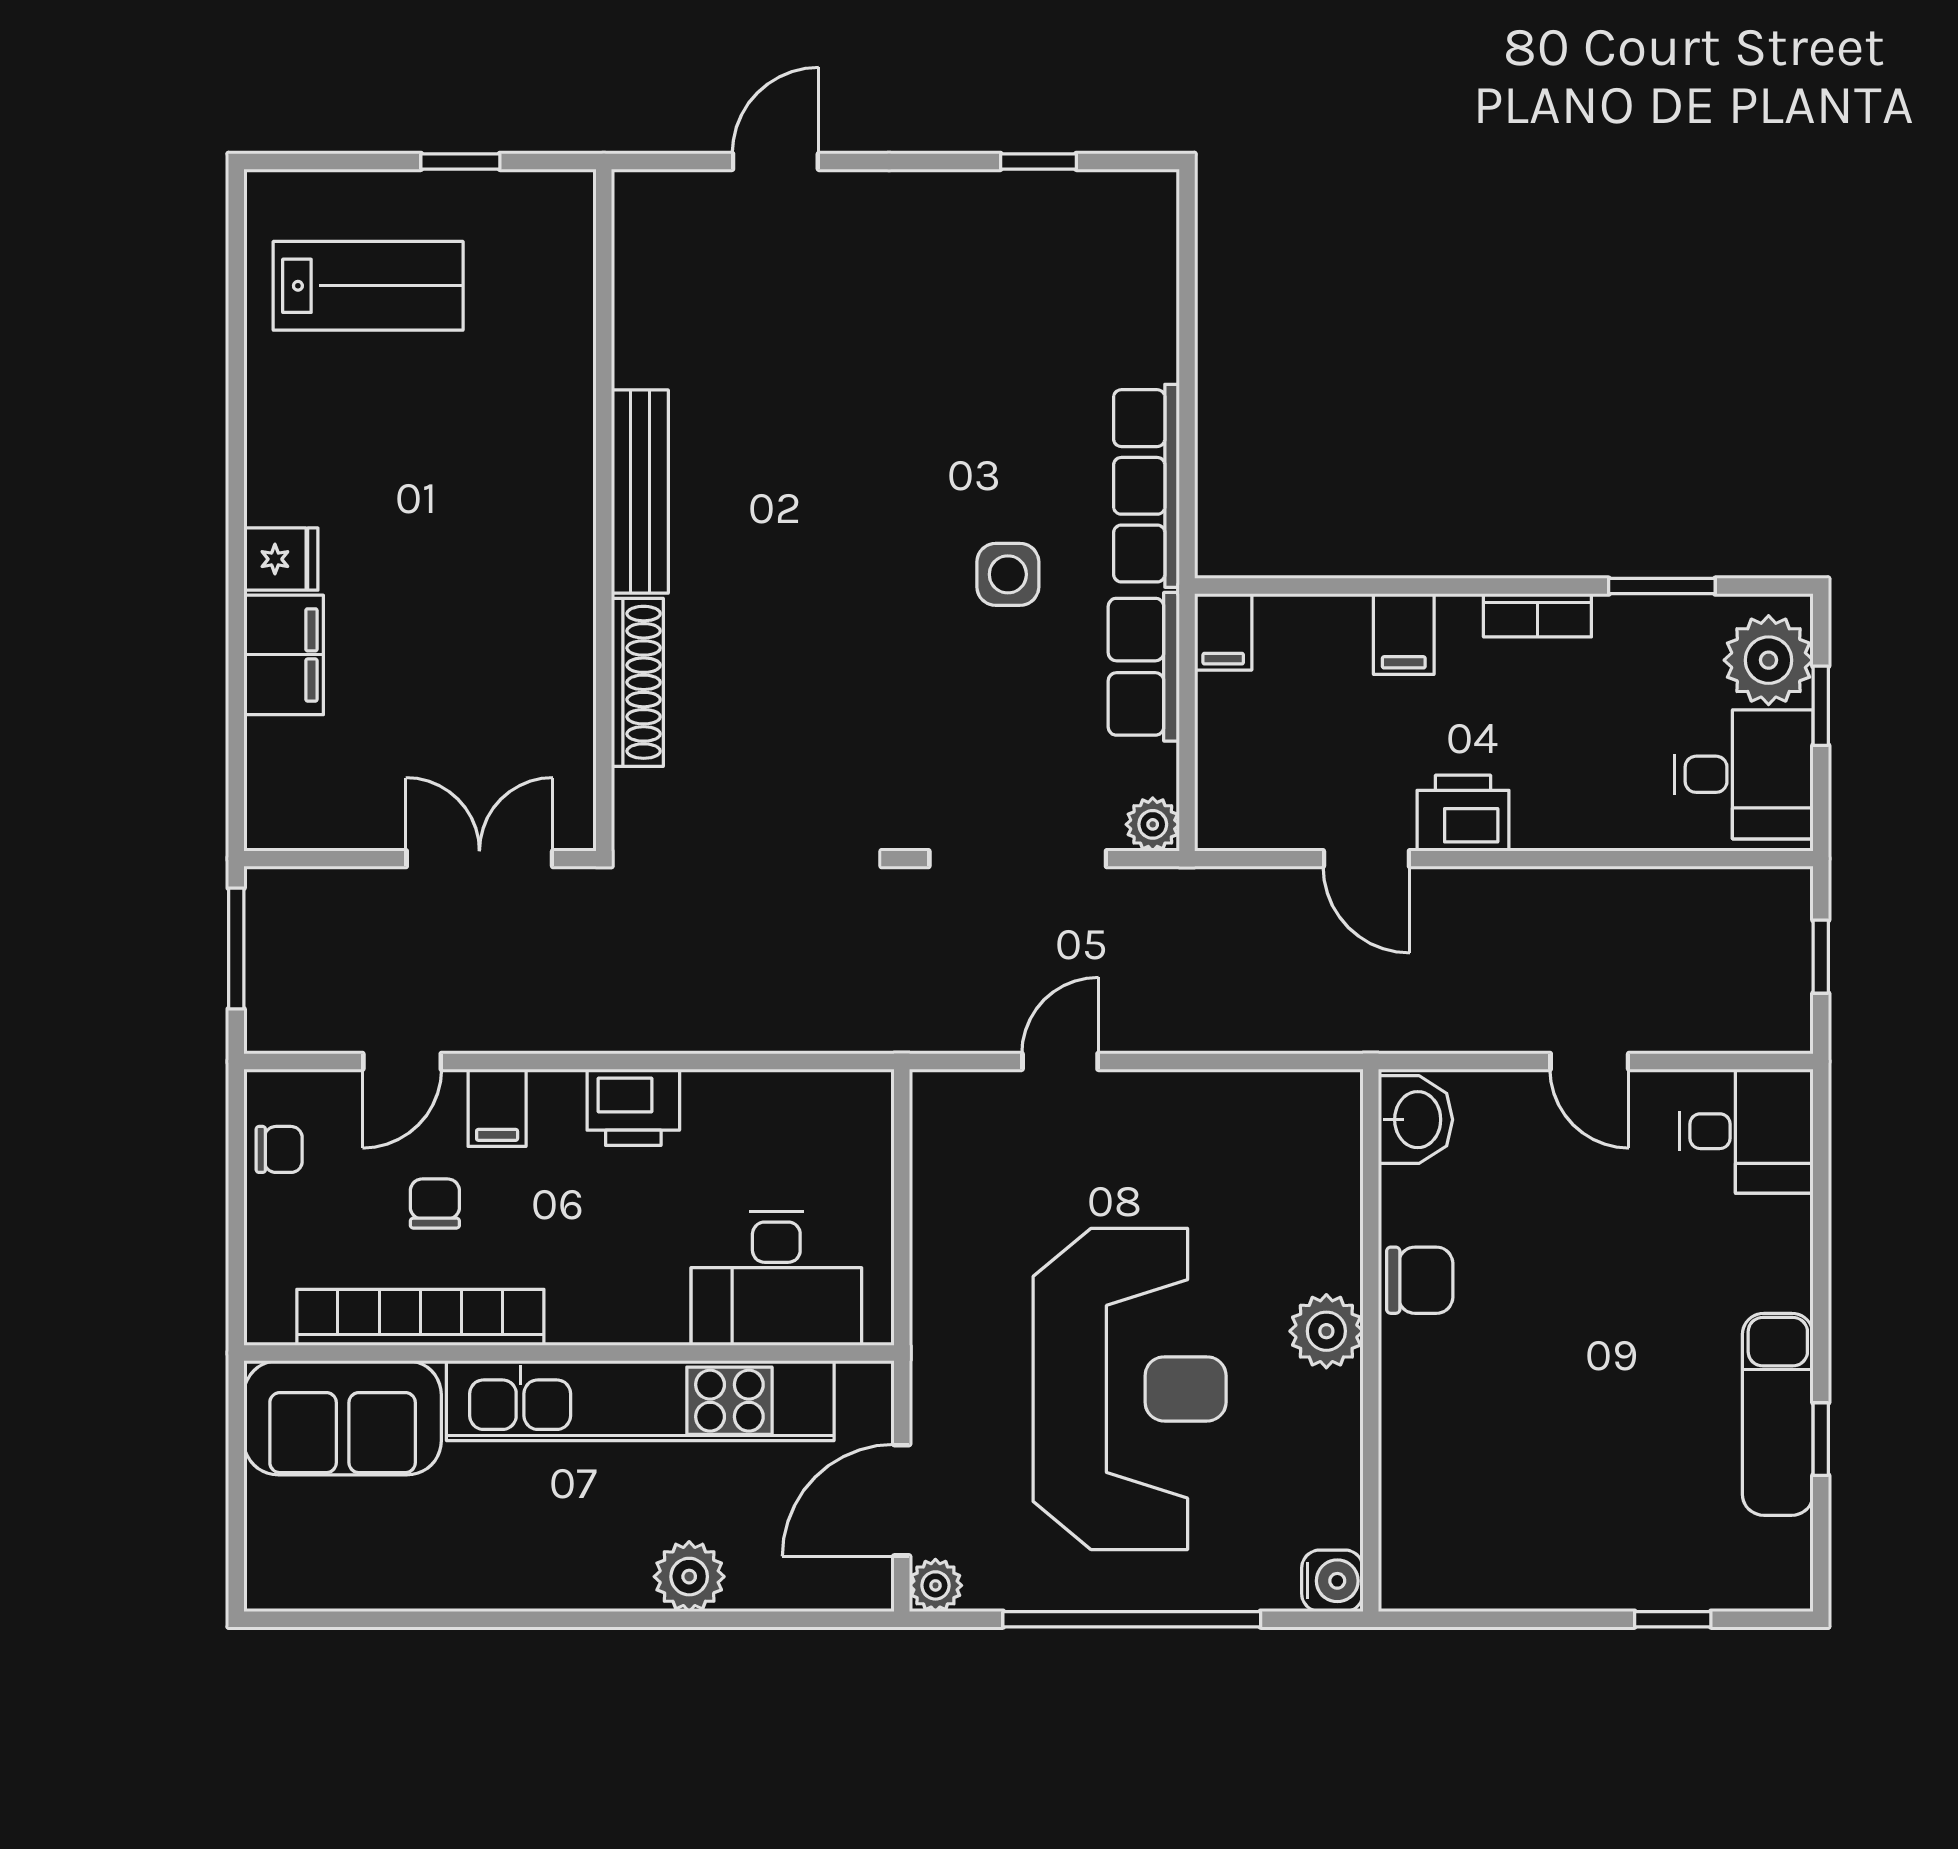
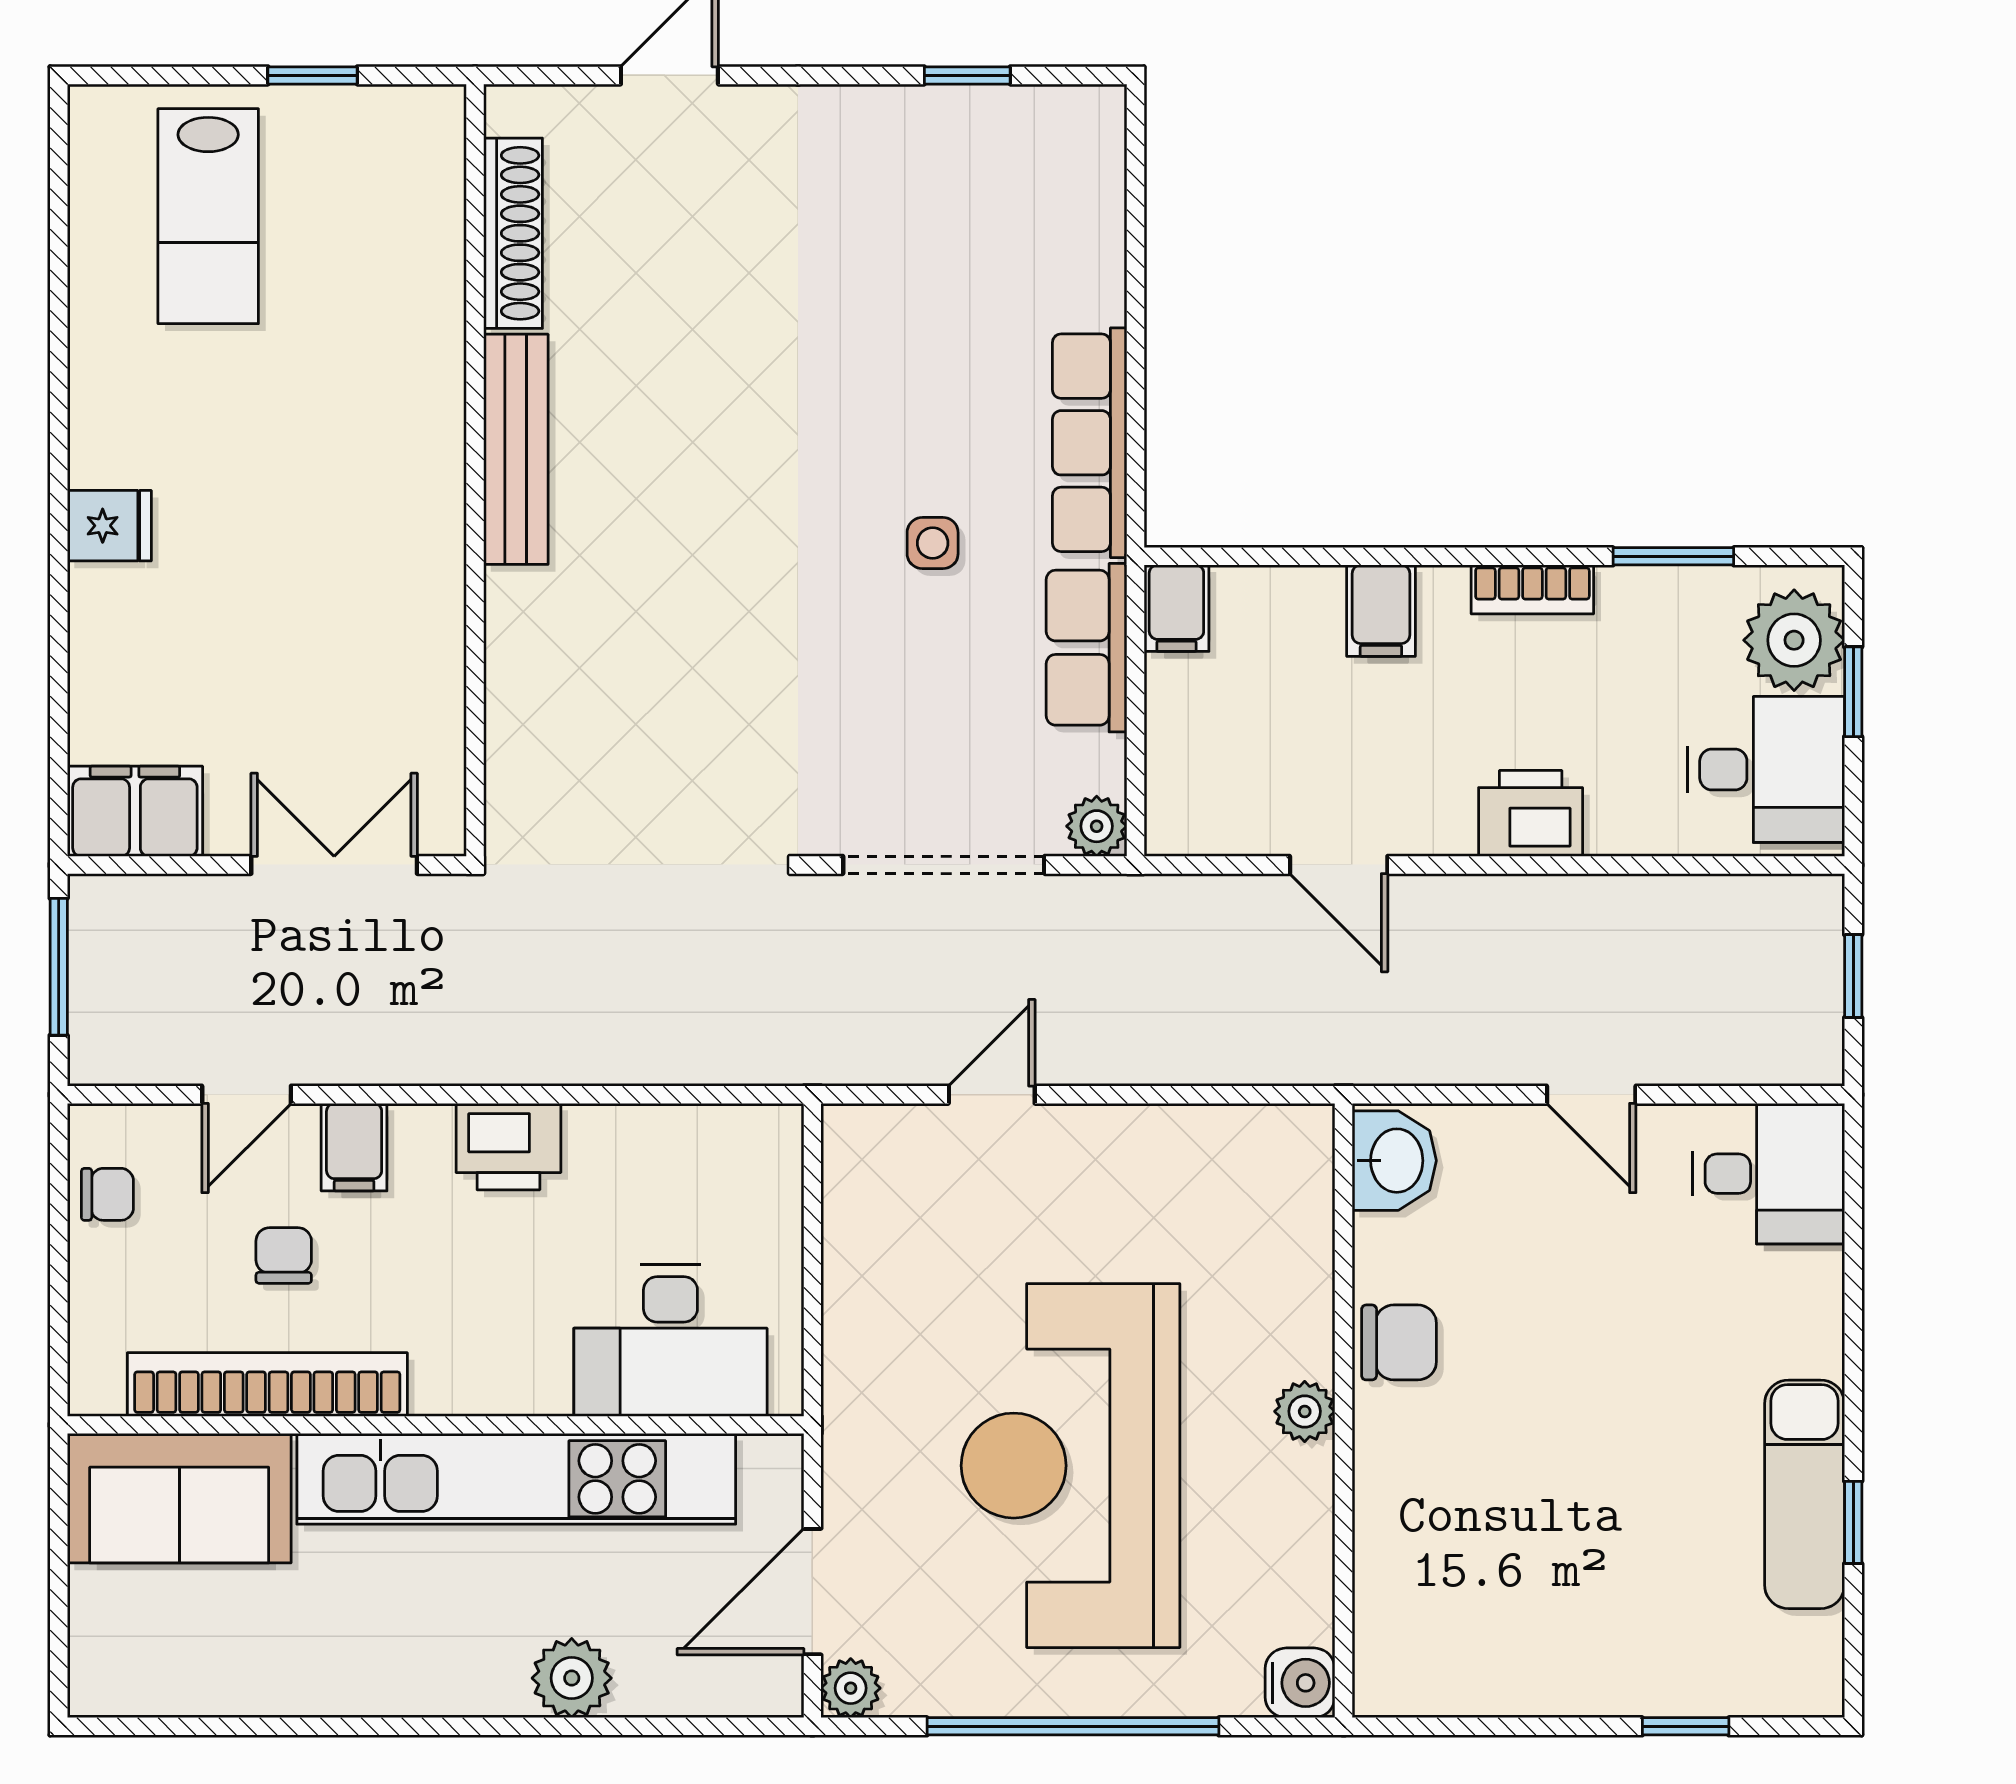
lab bench: (368, 286) -> (208, 216), turned 90
side table: (1008, 574) -> (933, 543), width x0.73, depth x0.73
filing cabinet: (284, 655) -> (135, 811), moved, turned -90
shoe rack: (637, 682) -> (513, 233), moved
printer: (1463, 813) -> (1531, 813), moved
plant: (1326, 1331) -> (1305, 1411), width x0.73, depth x0.73
reception desk: (1130, 1389) -> (1070, 1466), turned 180

